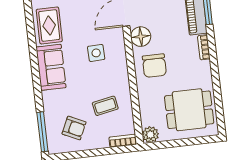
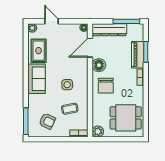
side table: (96, 53) -> (67, 85), moved

